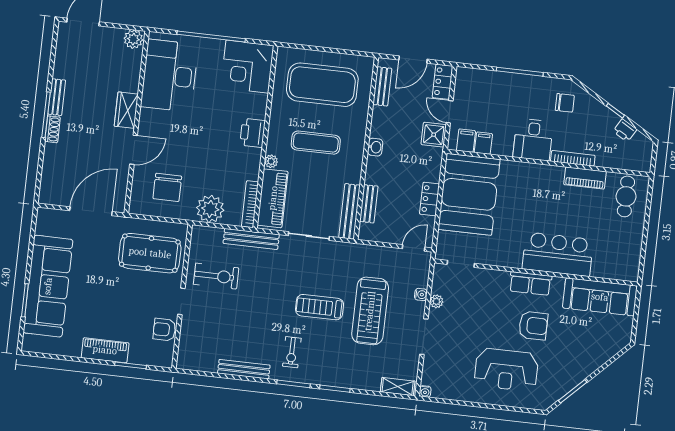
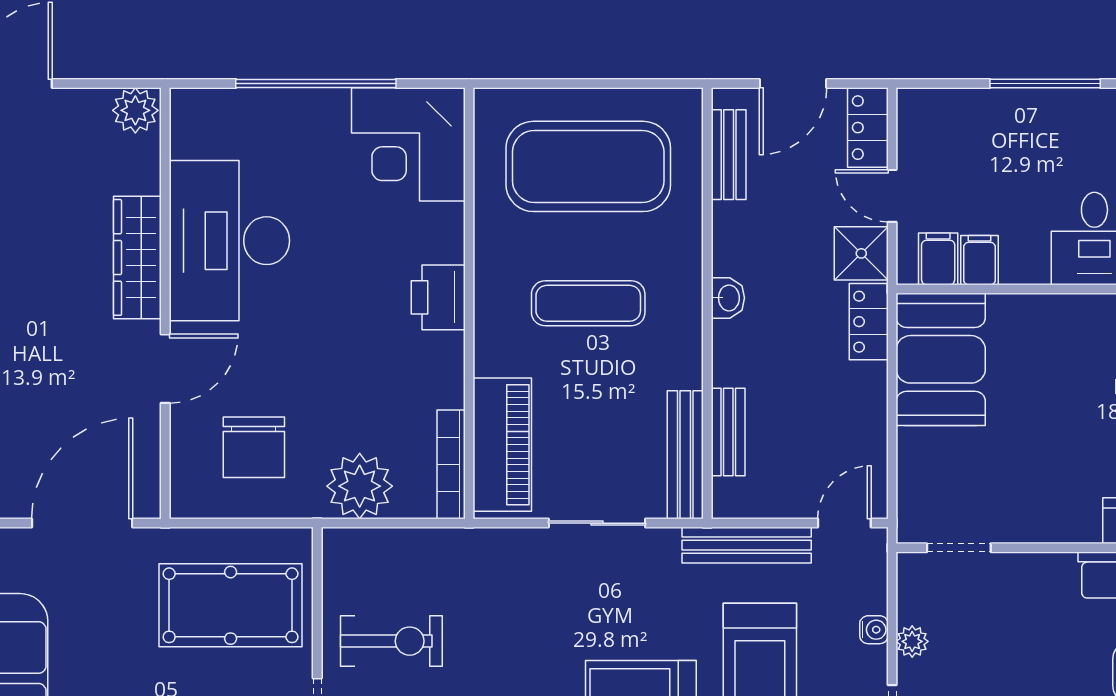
desk: (170, 76) -> (229, 241), moved
wardrobe: (126, 110) -> (137, 257), width x1.50
plant: (271, 161) -> (489, 359), removed
booth: (469, 194) -> (941, 359), width x0.73, depth x0.70
locker: (430, 199) -> (869, 322), moved
bench: (251, 239) -> (747, 545), moved

